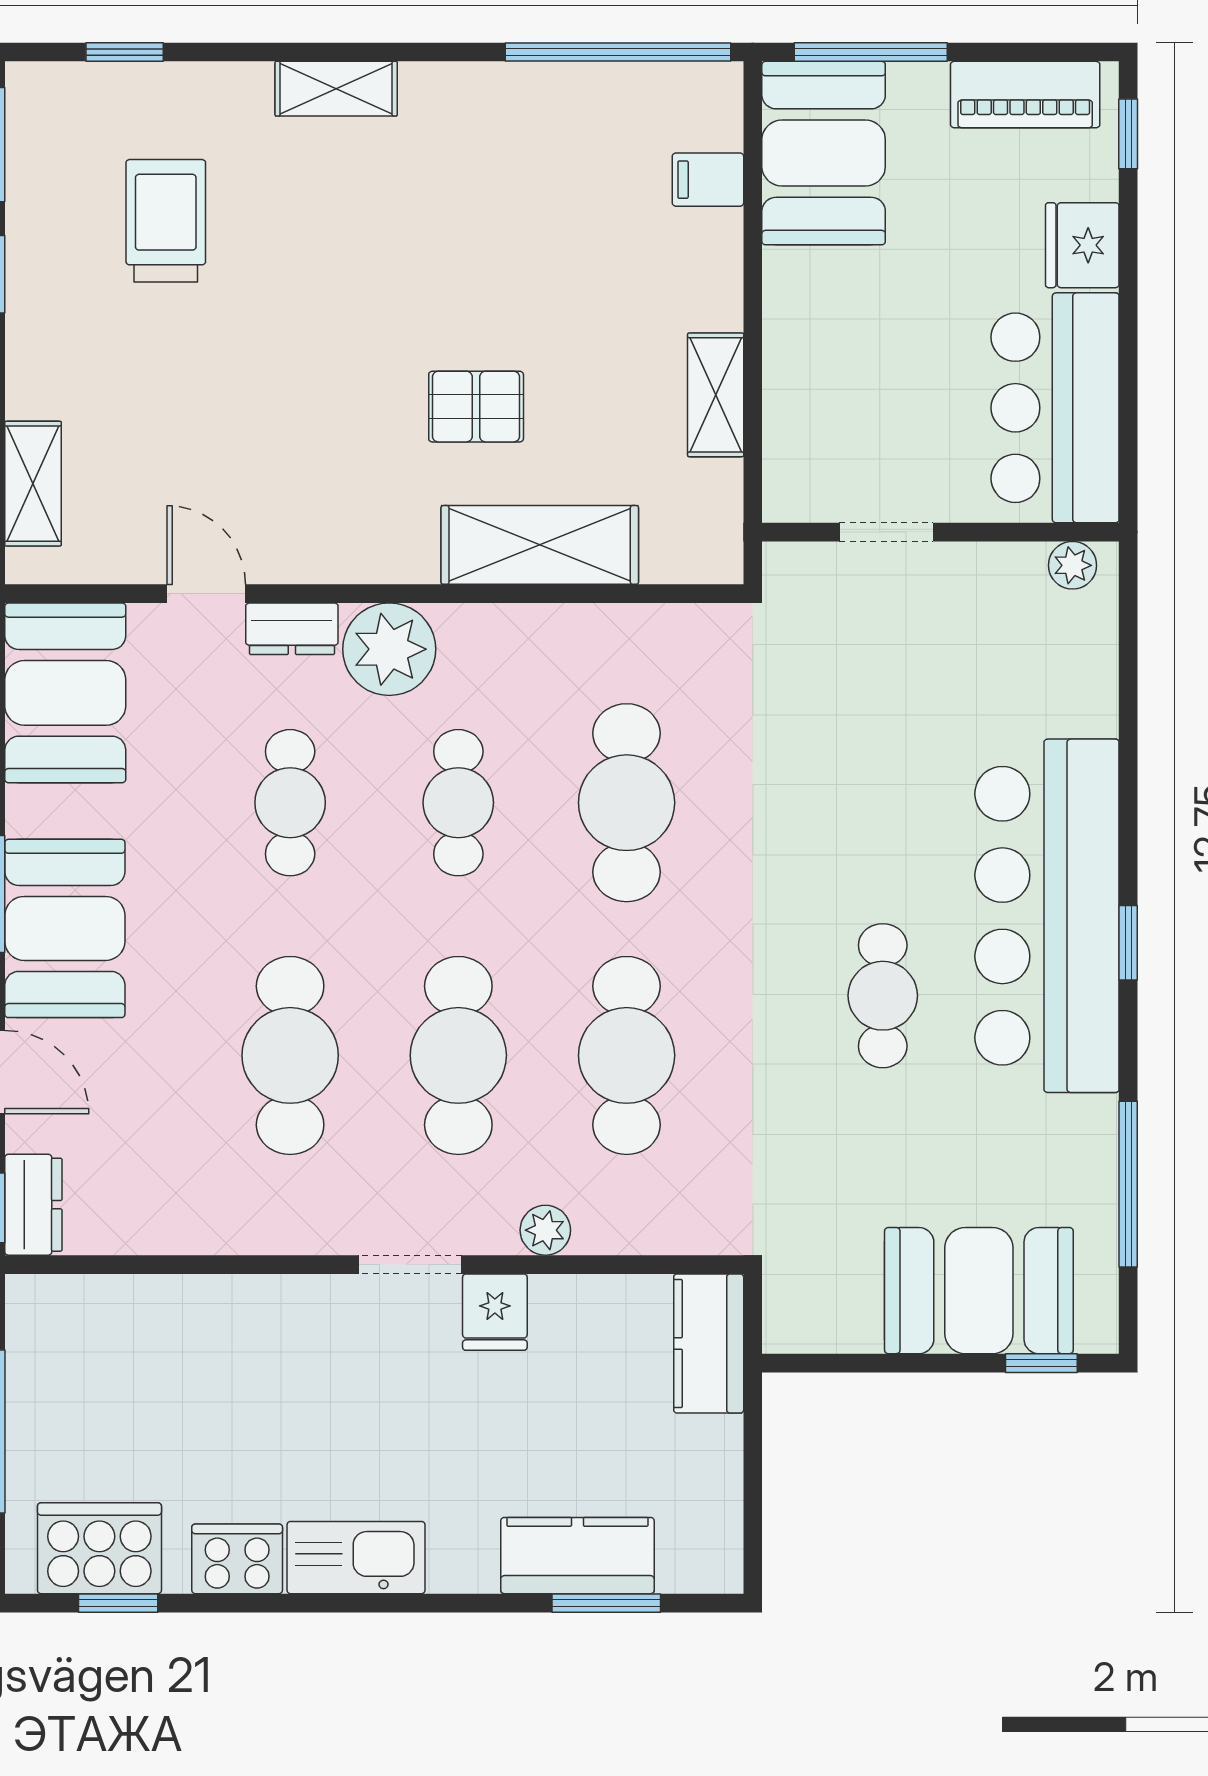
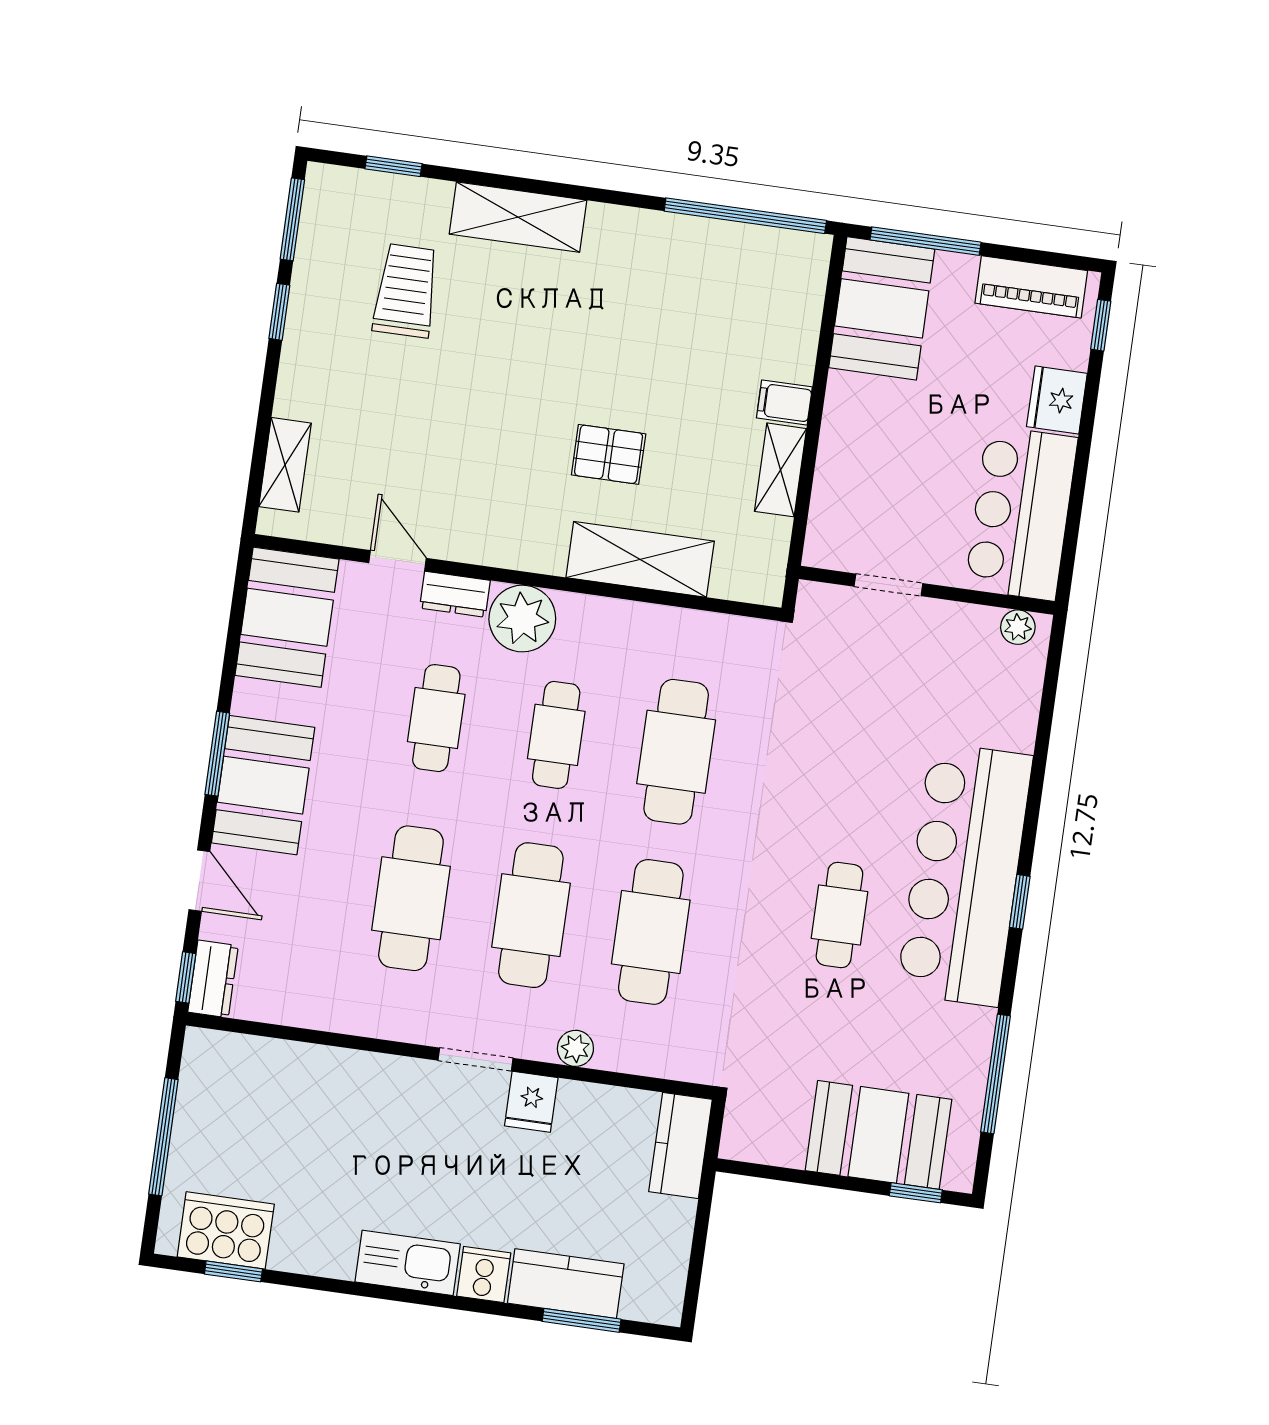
shelving: (336, 89) -> (518, 217), width x1.50, depth x1.33
filing cabinet: (708, 180) -> (784, 402), moved
cooker: (237, 1559) -> (484, 1274), moved, width x0.73

